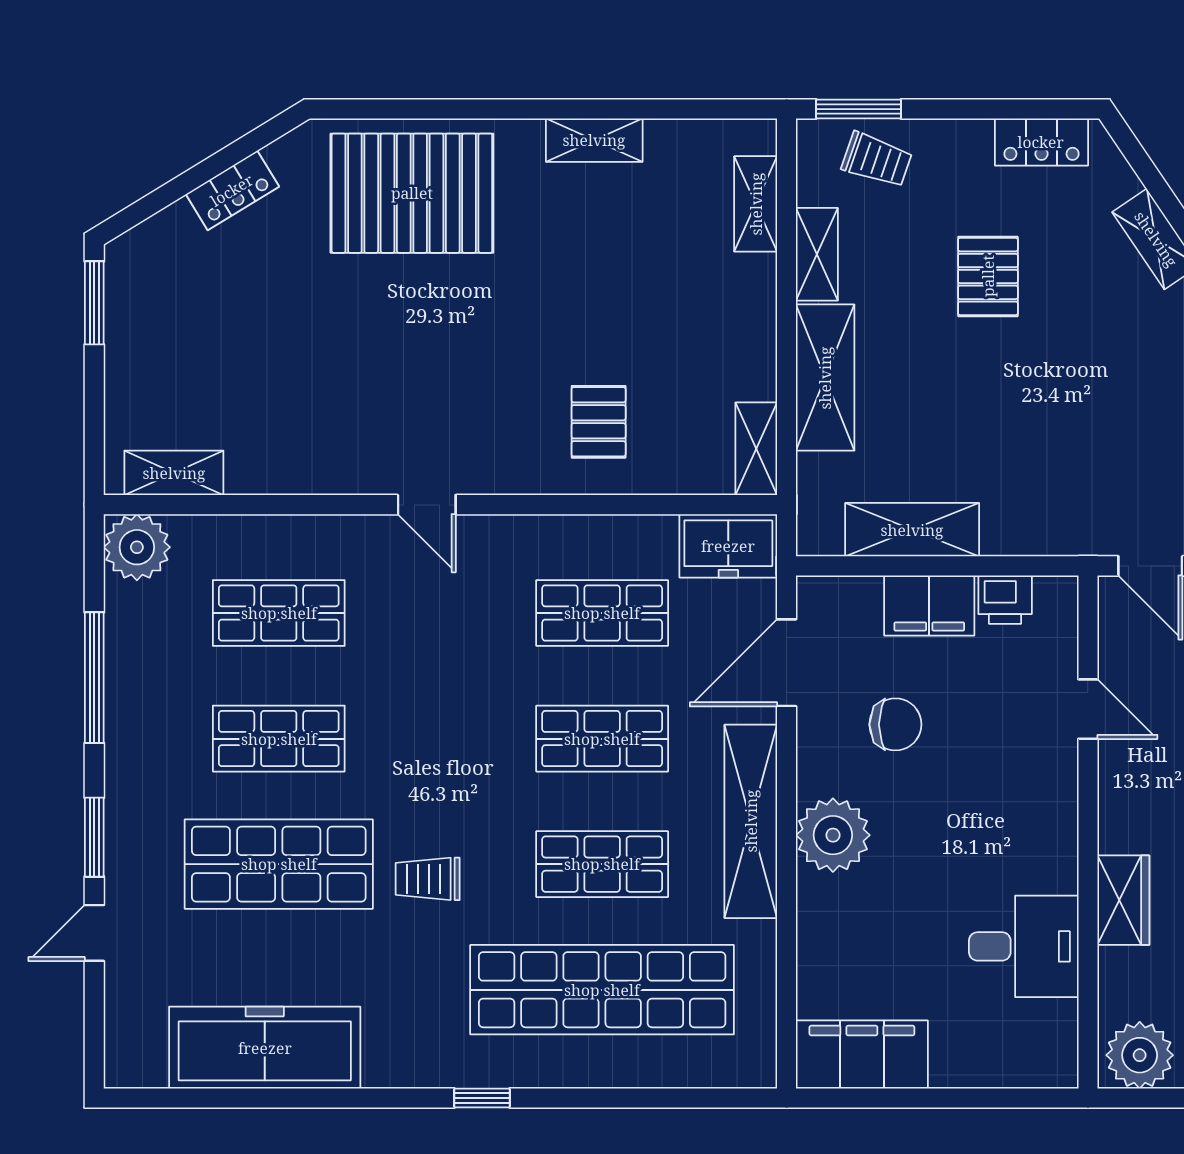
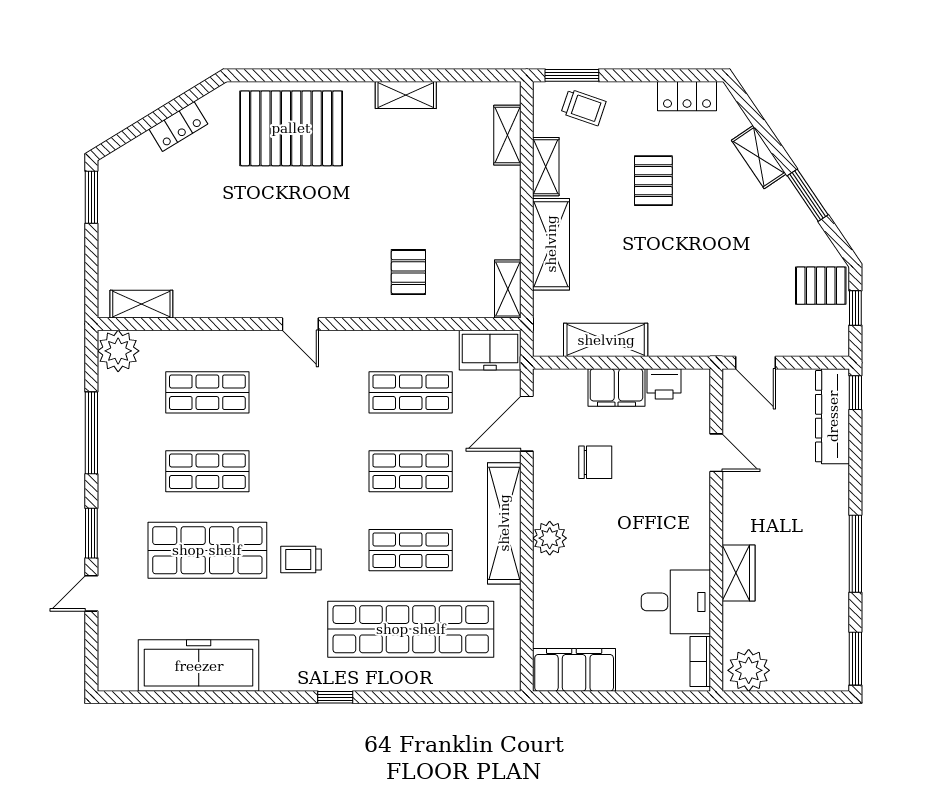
plant: (833, 835) -> (550, 538), width x0.73, depth x0.73
bookcase: (1063, 1041) -> (700, 661), added

